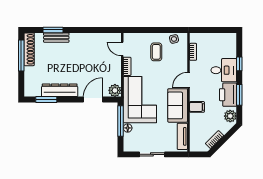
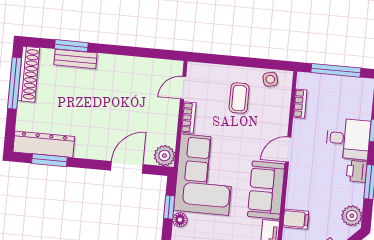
window: (213, 30) -> (336, 70), added
door: (122, 49) -> (183, 88), hinge flipped
dresser: (60, 90) -> (44, 144), moved
printer: (228, 95) -> (357, 171), width x0.53, depth x0.68
filing cabinet: (197, 107) -> (296, 219), moved
window: (121, 121) -> (169, 207), width x0.46

